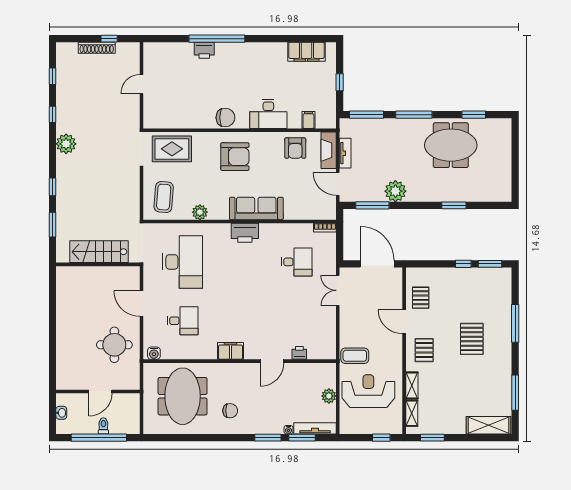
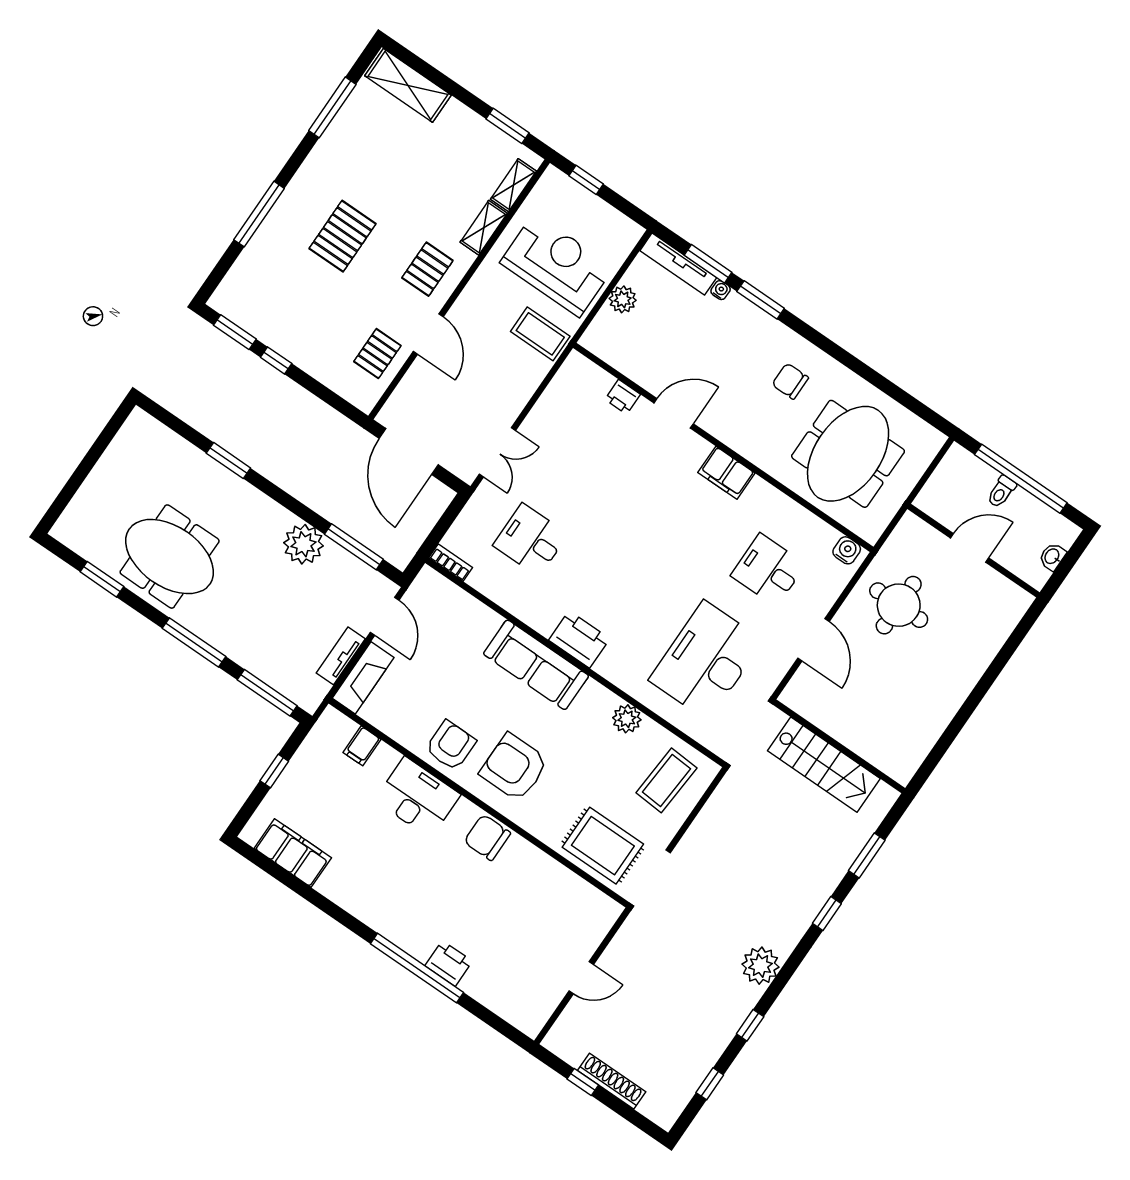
armchair: (295, 148) -> (451, 745), moved
reception desk: (368, 391) -> (557, 265), turned 180

